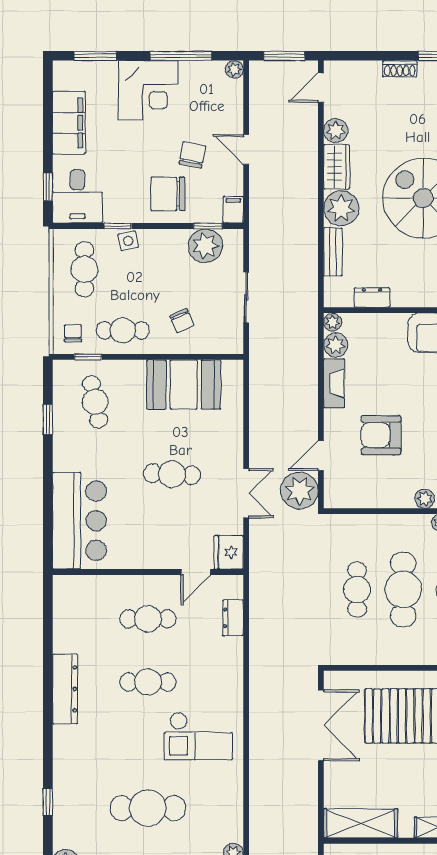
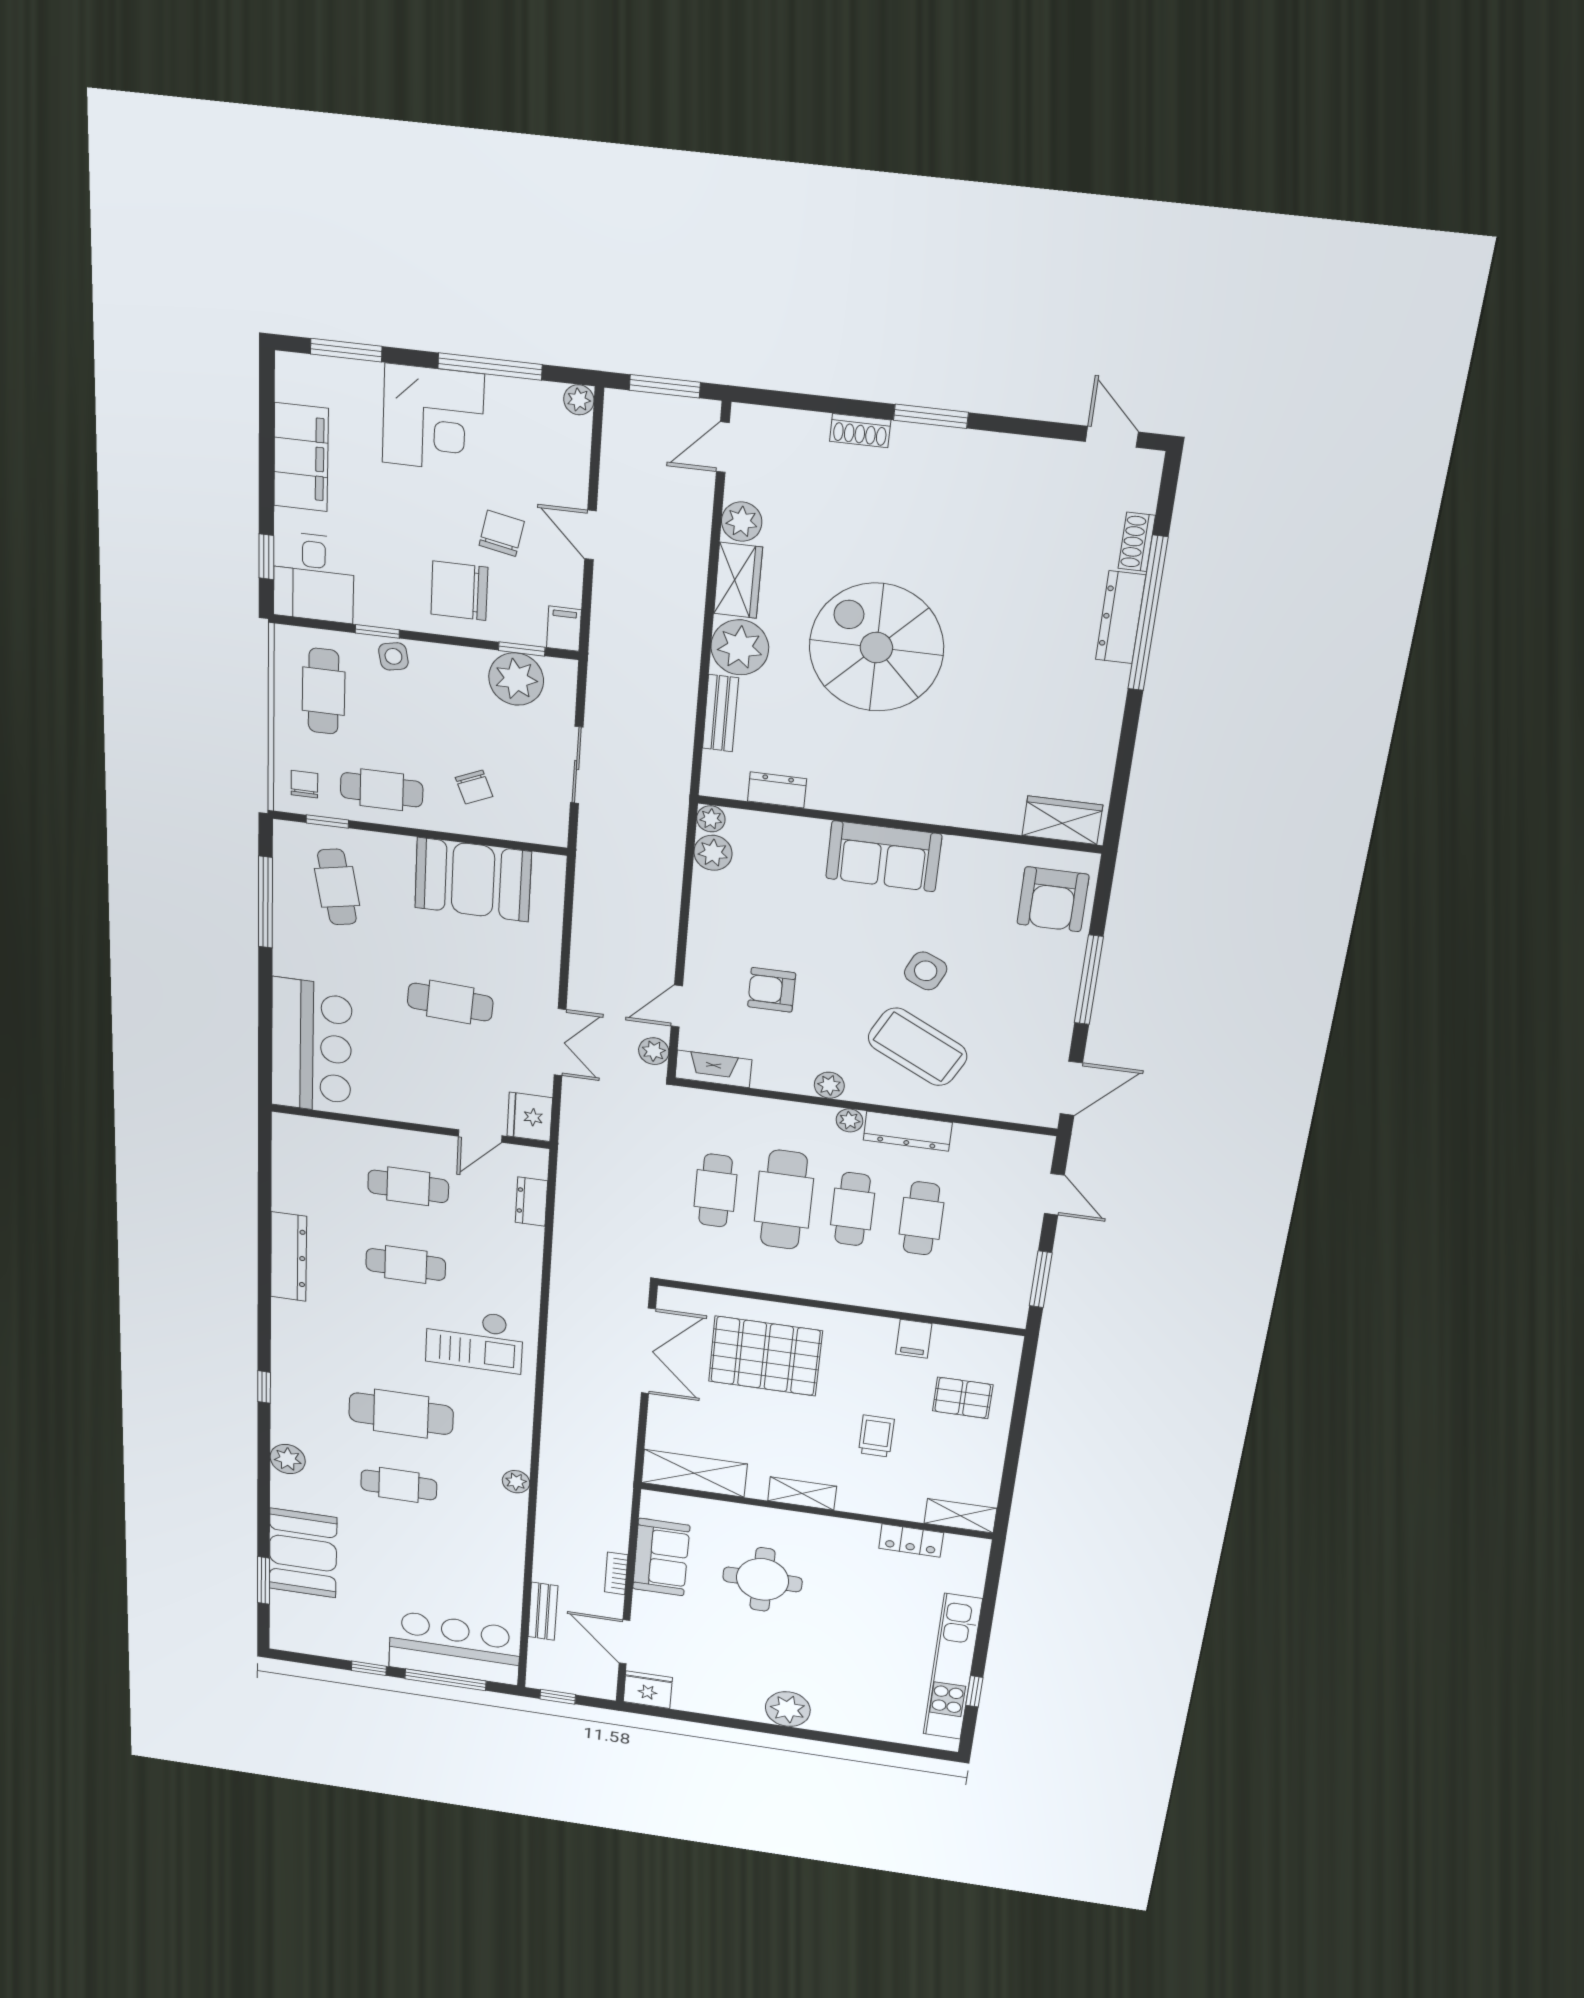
fireplace: (334, 383) -> (713, 1069), moved, turned -90
window: (48, 419) -> (265, 902), width x2.17
armchair: (381, 435) -> (772, 990), width x0.72, depth x0.72
plant: (299, 491) -> (654, 1051), width x0.53, depth x0.53

